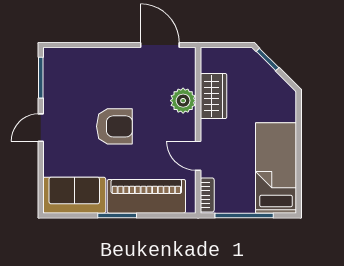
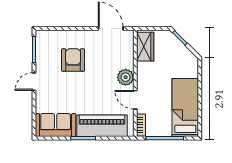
wardrobe: (213, 96) -> (145, 47), moved
plant: (183, 101) -> (126, 77), moved
armchair: (114, 126) -> (73, 60), moved, turned -90

